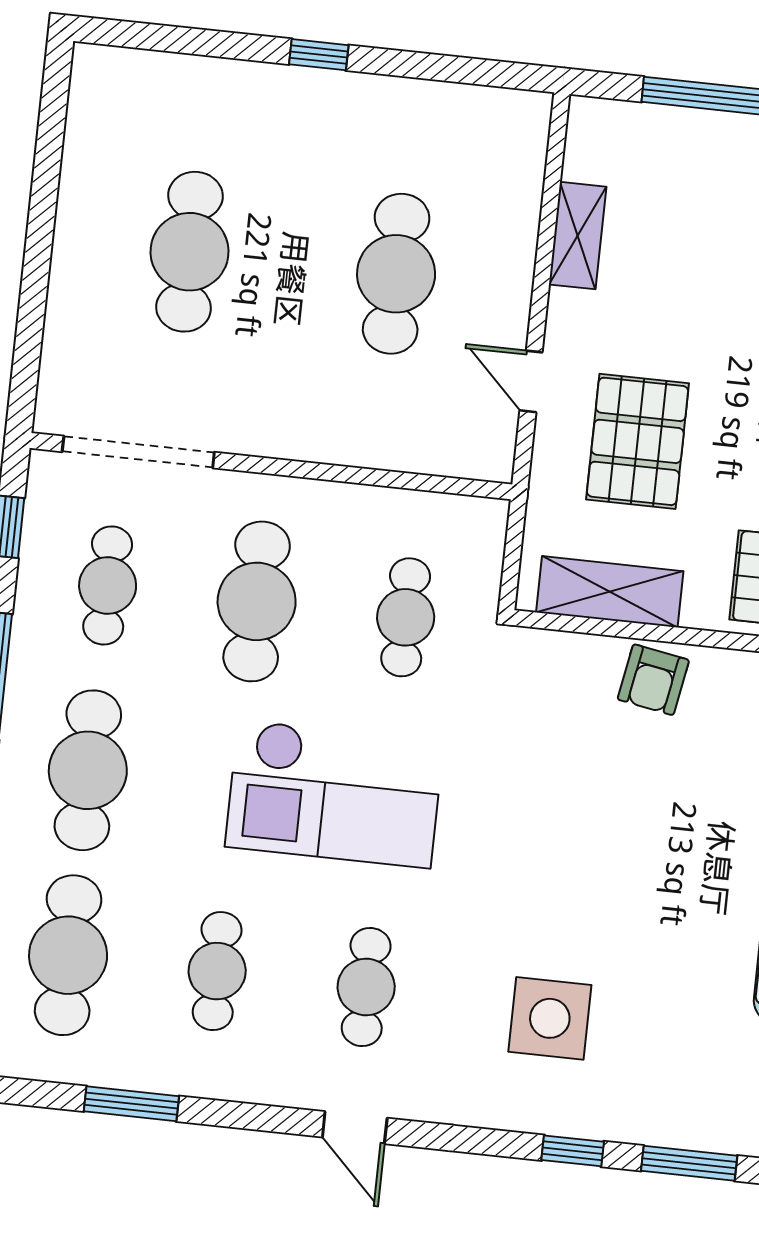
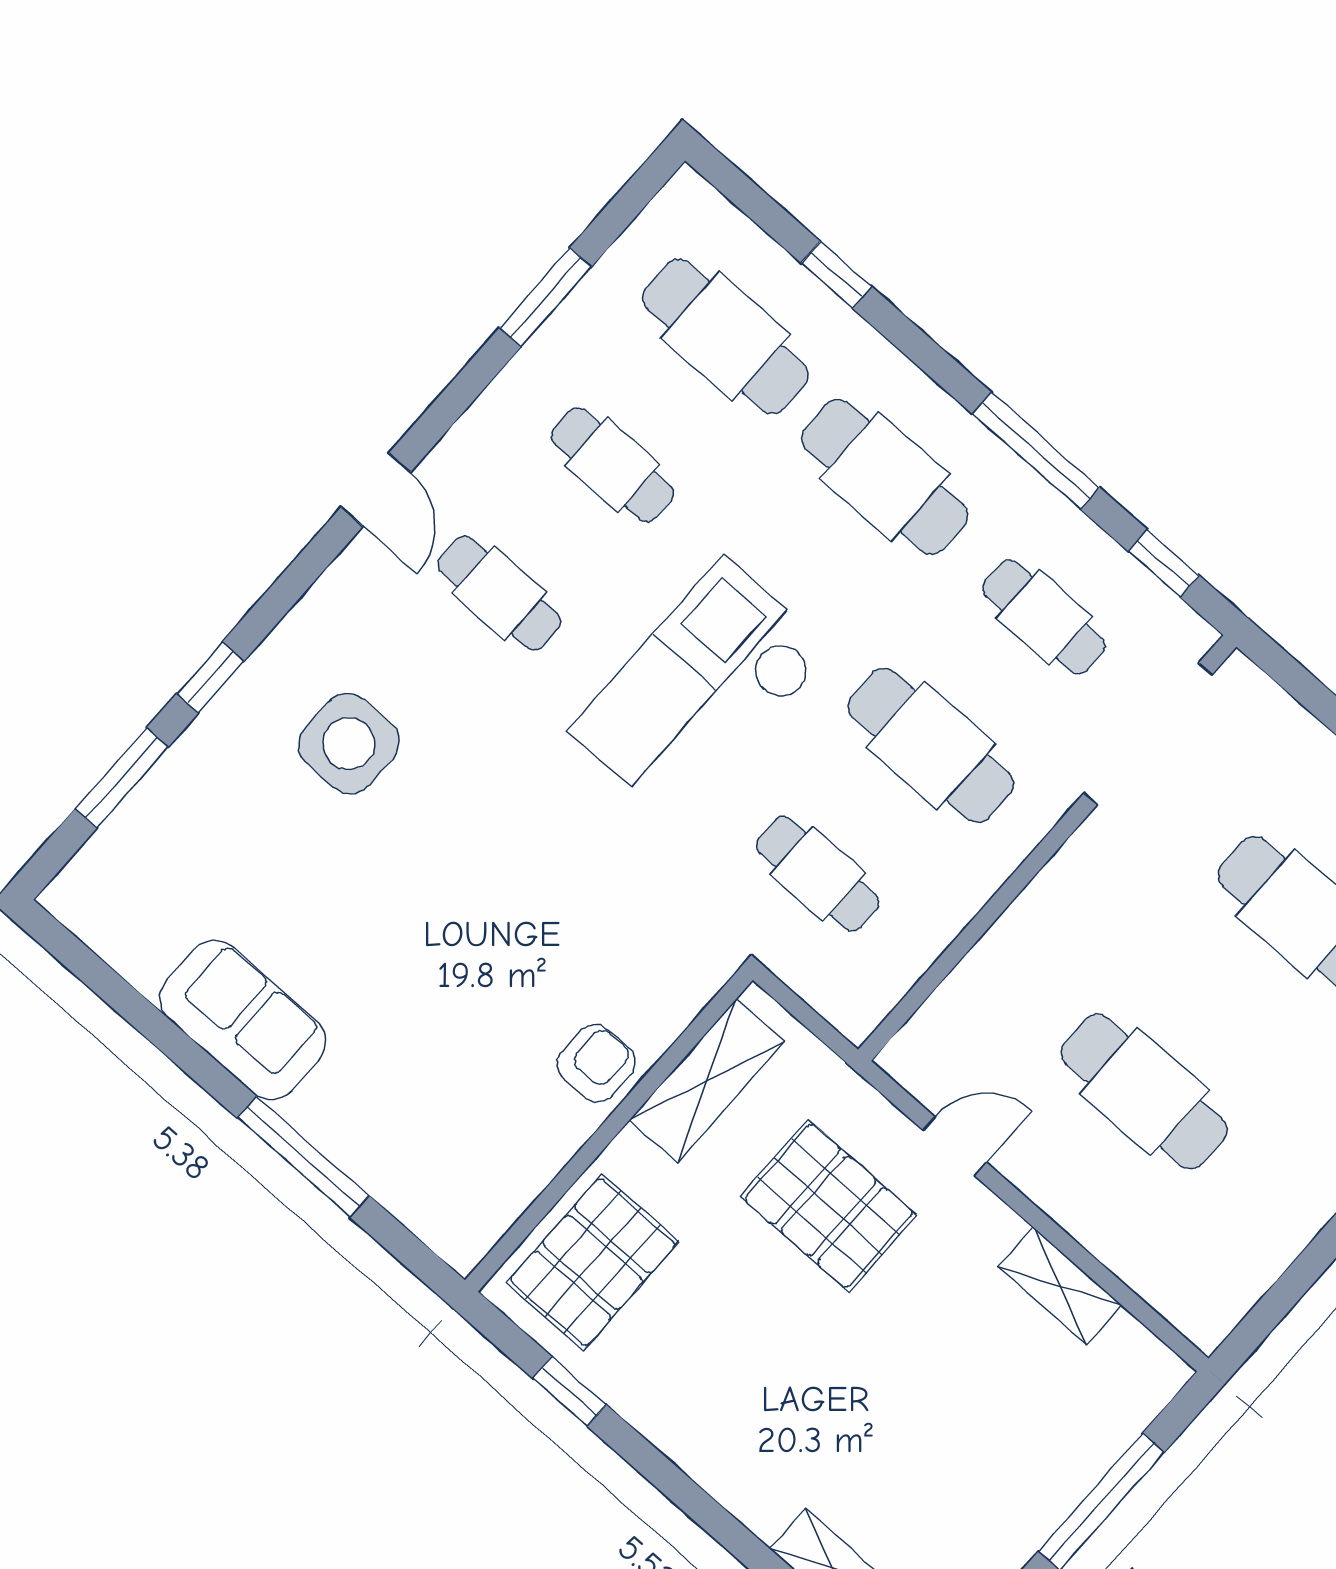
armchair: (653, 680) -> (596, 1063), turned 80
door: (355, 1128) -> (376, 490), swing flipped

